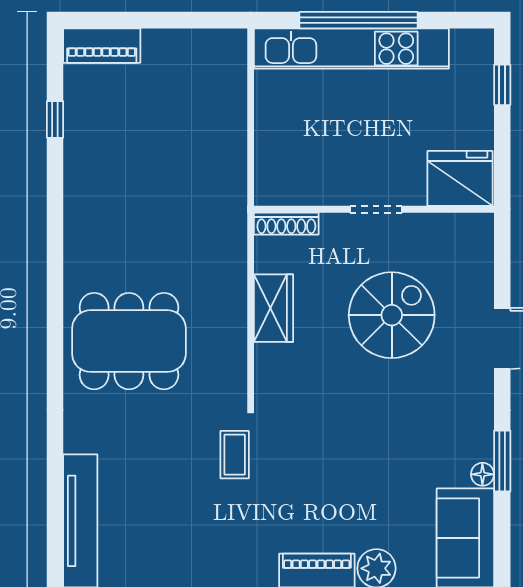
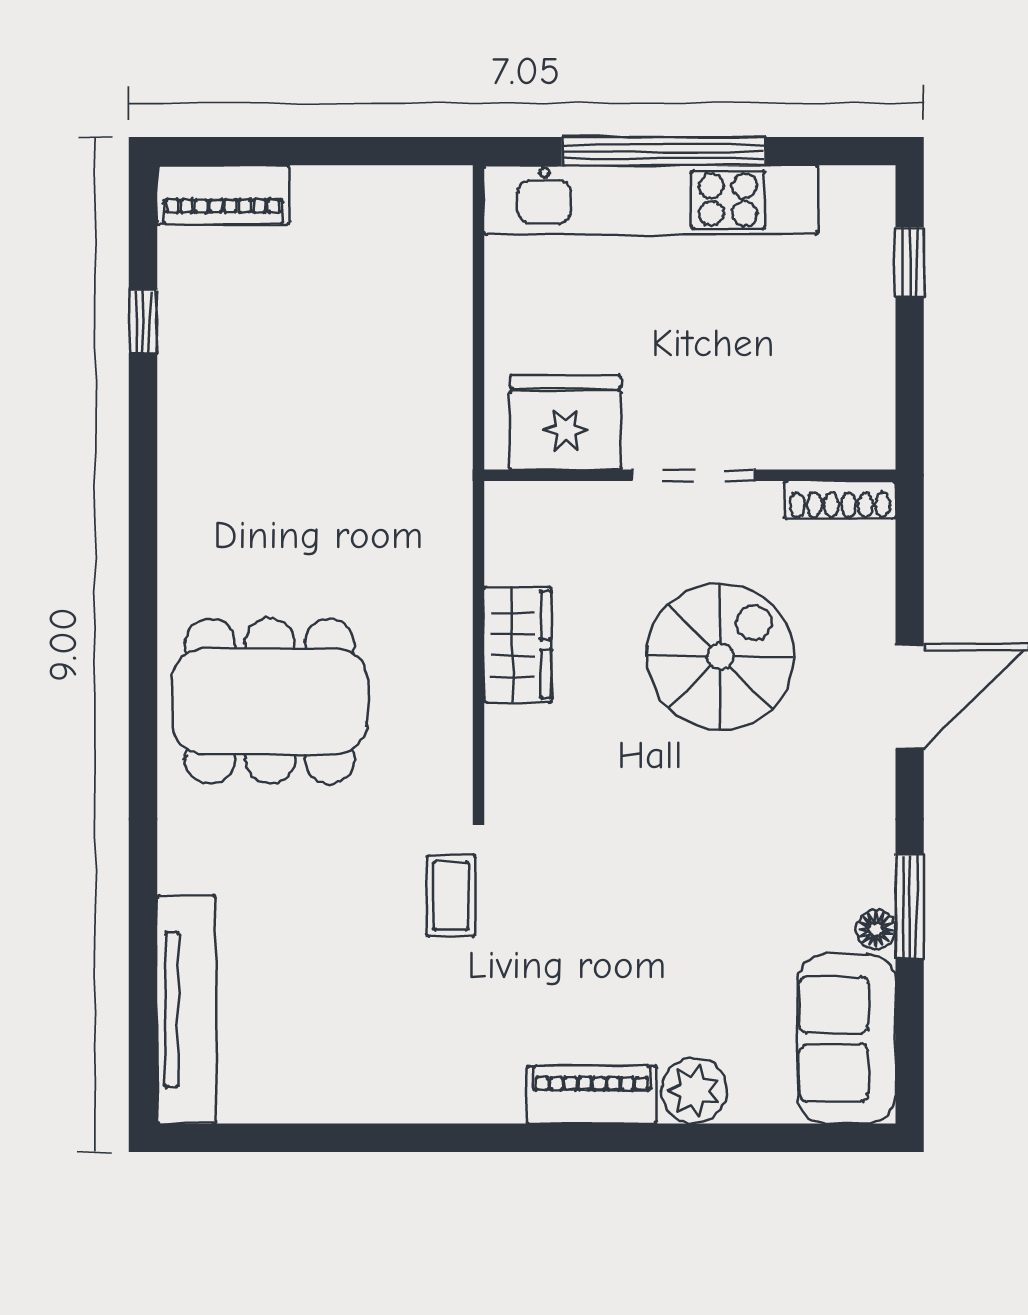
fridge: (460, 178) -> (565, 422), moved
doorway: (376, 209) -> (694, 475), width x1.38
shoe rack: (286, 224) -> (840, 500), moved

